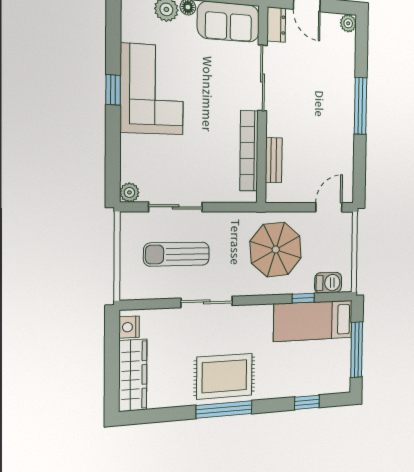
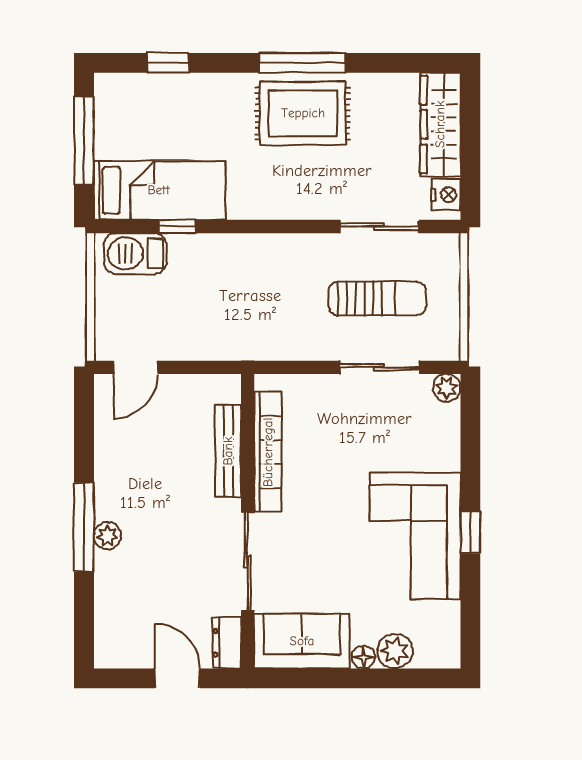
plant: (348, 23) -> (107, 536), moved
bench: (274, 160) -> (228, 451), width x1.36
parasol: (276, 250) -> (223, 303), removed
barbecue: (328, 283) -> (135, 254), width x1.38, depth x1.27
sliding door: (207, 302) -> (379, 227), moved

